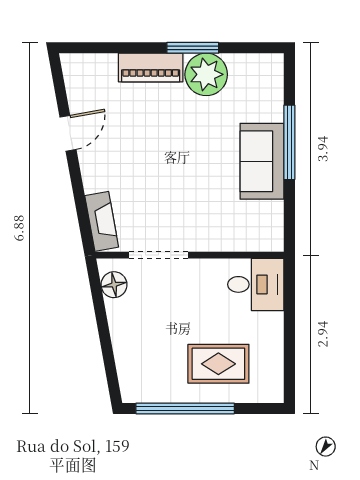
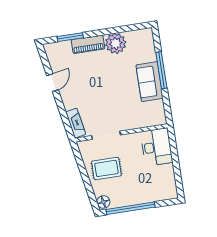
window: (193, 48) -> (70, 37), moved
desk: (256, 284) -> (157, 147), width x1.37
floor lamp: (114, 285) -> (103, 202), moved
rug: (218, 364) -> (106, 168), moved

